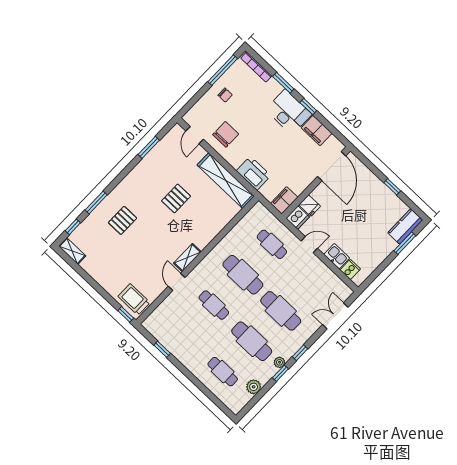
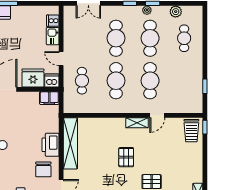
chair: (226, 134) -> (43, 169), turned -90
printer: (254, 173) -> (51, 145), moved
pallet: (176, 198) -> (126, 157), moved, turned 90
fridge: (310, 206) -> (33, 78), width x1.88, depth x1.34
cafe table: (214, 305) -> (150, 81), width x1.37, depth x1.35

